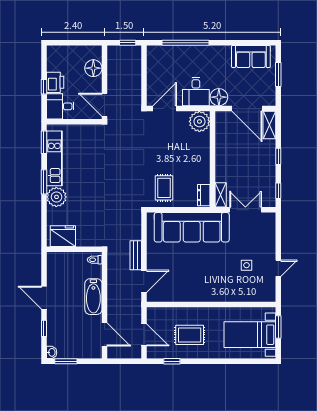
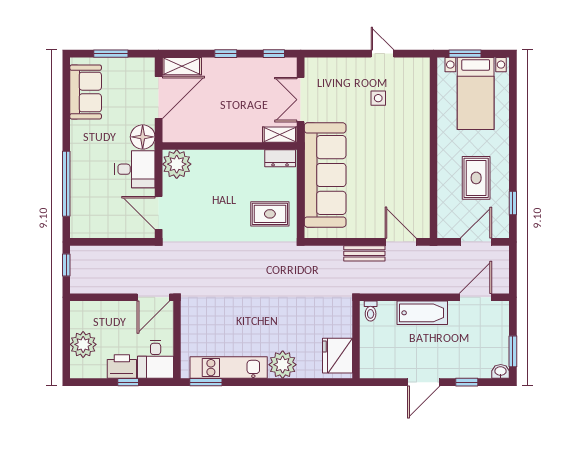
plant: (71, 55) -> (83, 344), added
floor lamp: (93, 68) -> (102, 313), removed
window: (44, 182) -> (261, 382), removed

